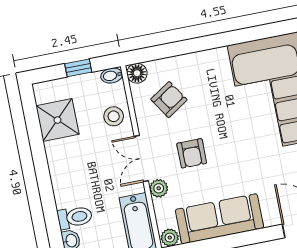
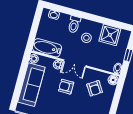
stool: (114, 116) -> (86, 38), moved
double door: (141, 159) -> (75, 63), swing flipped
toilet: (75, 217) -> (74, 24), moved

